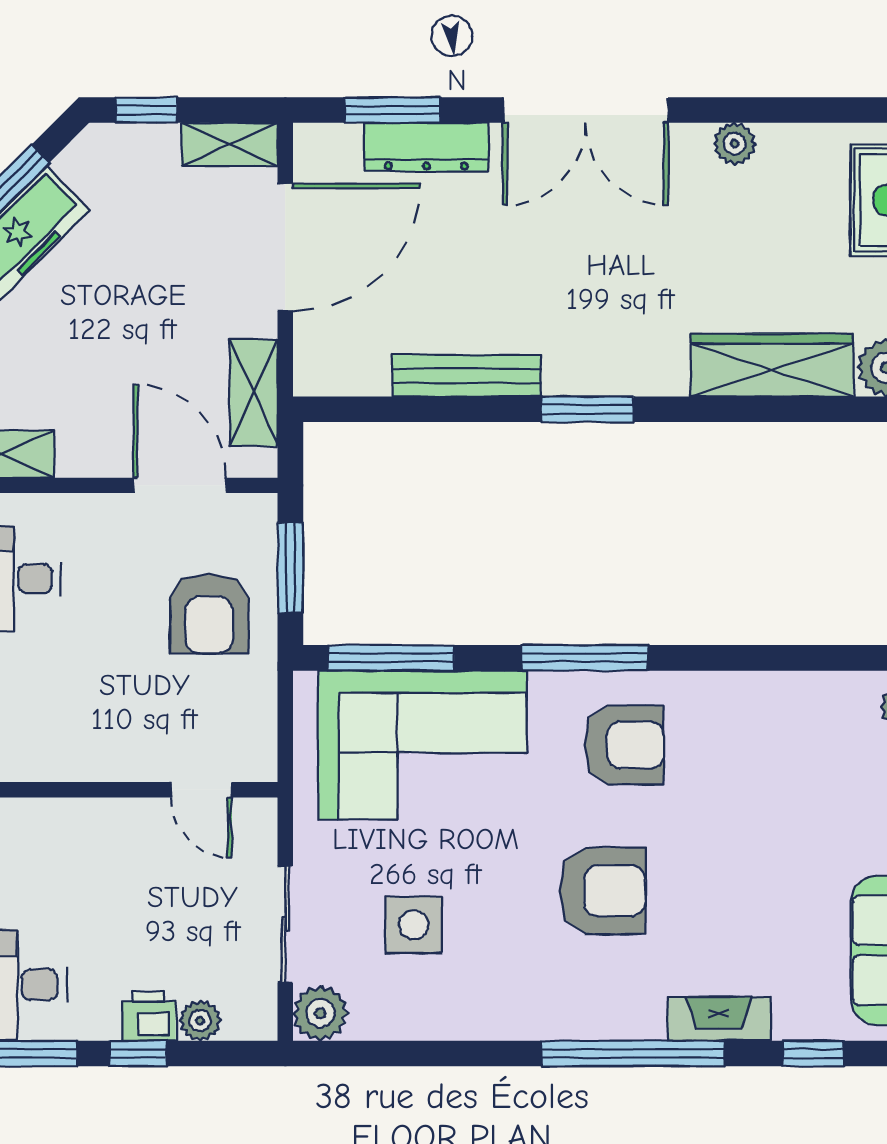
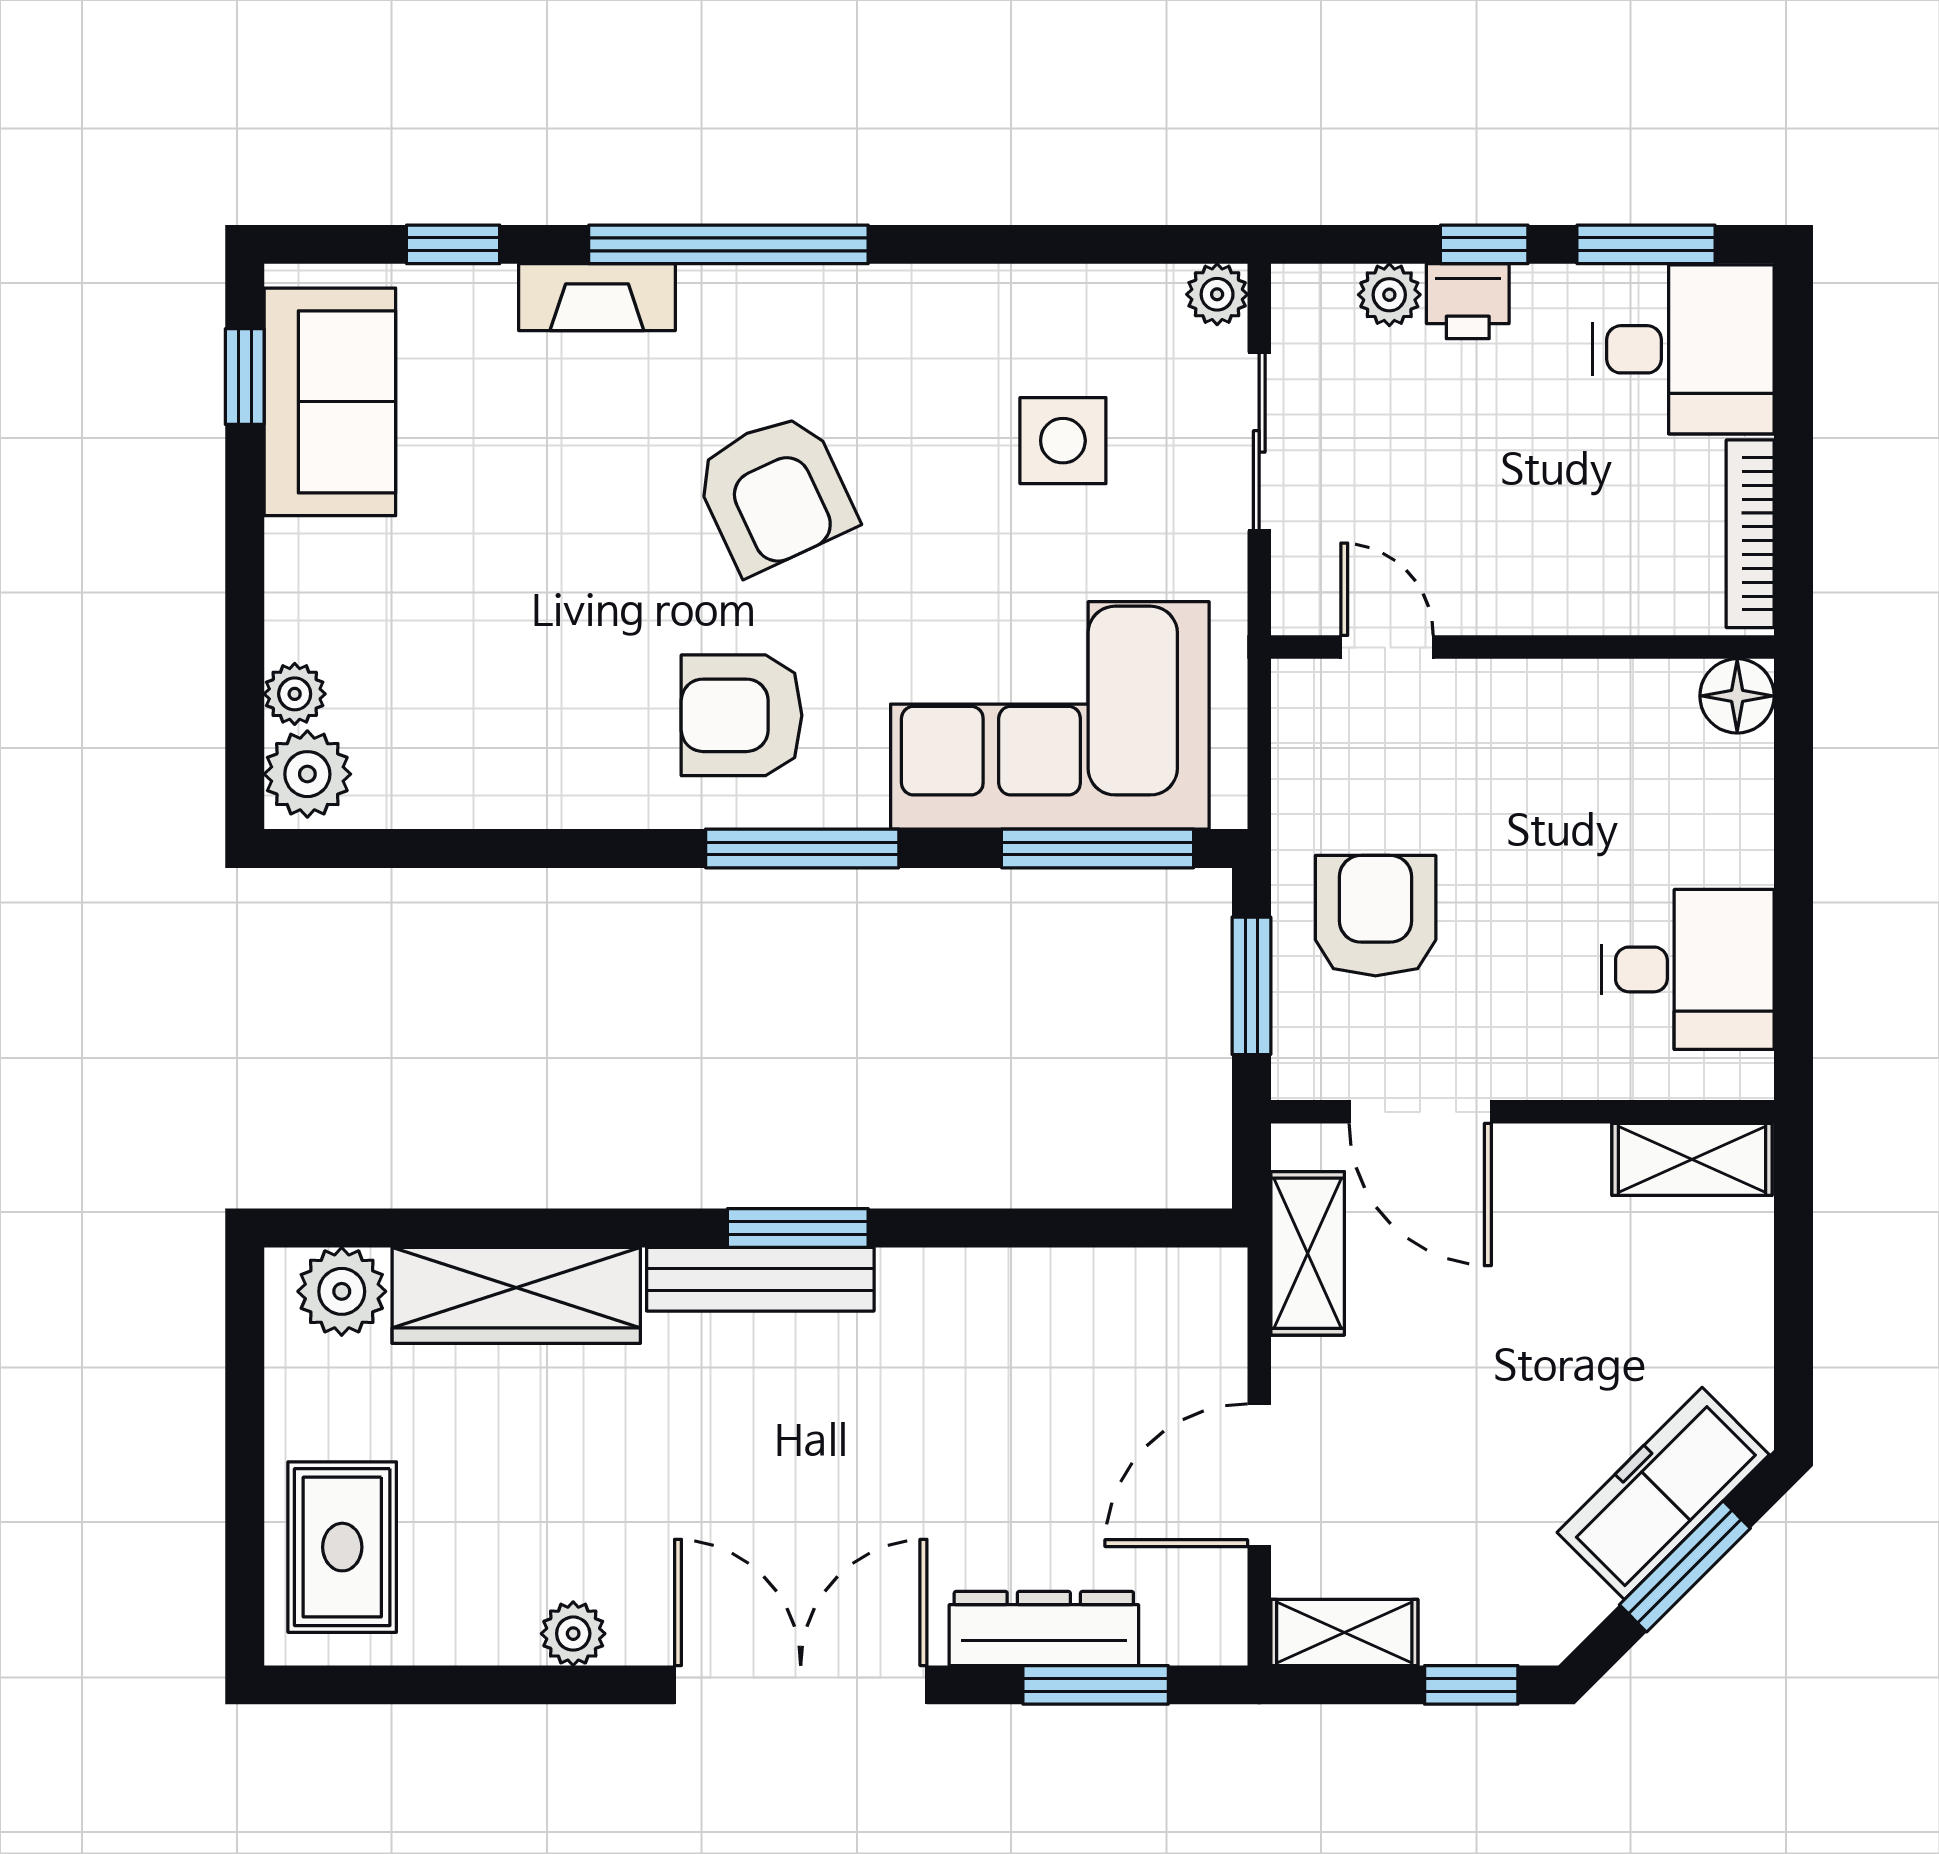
door: (285, 247) -> (1259, 1475), width x0.73
bench: (467, 376) -> (760, 1279), moved
armchair: (603, 891) -> (775, 493), turned -115
plant: (320, 1013) -> (1217, 294), width x0.73, depth x0.73

